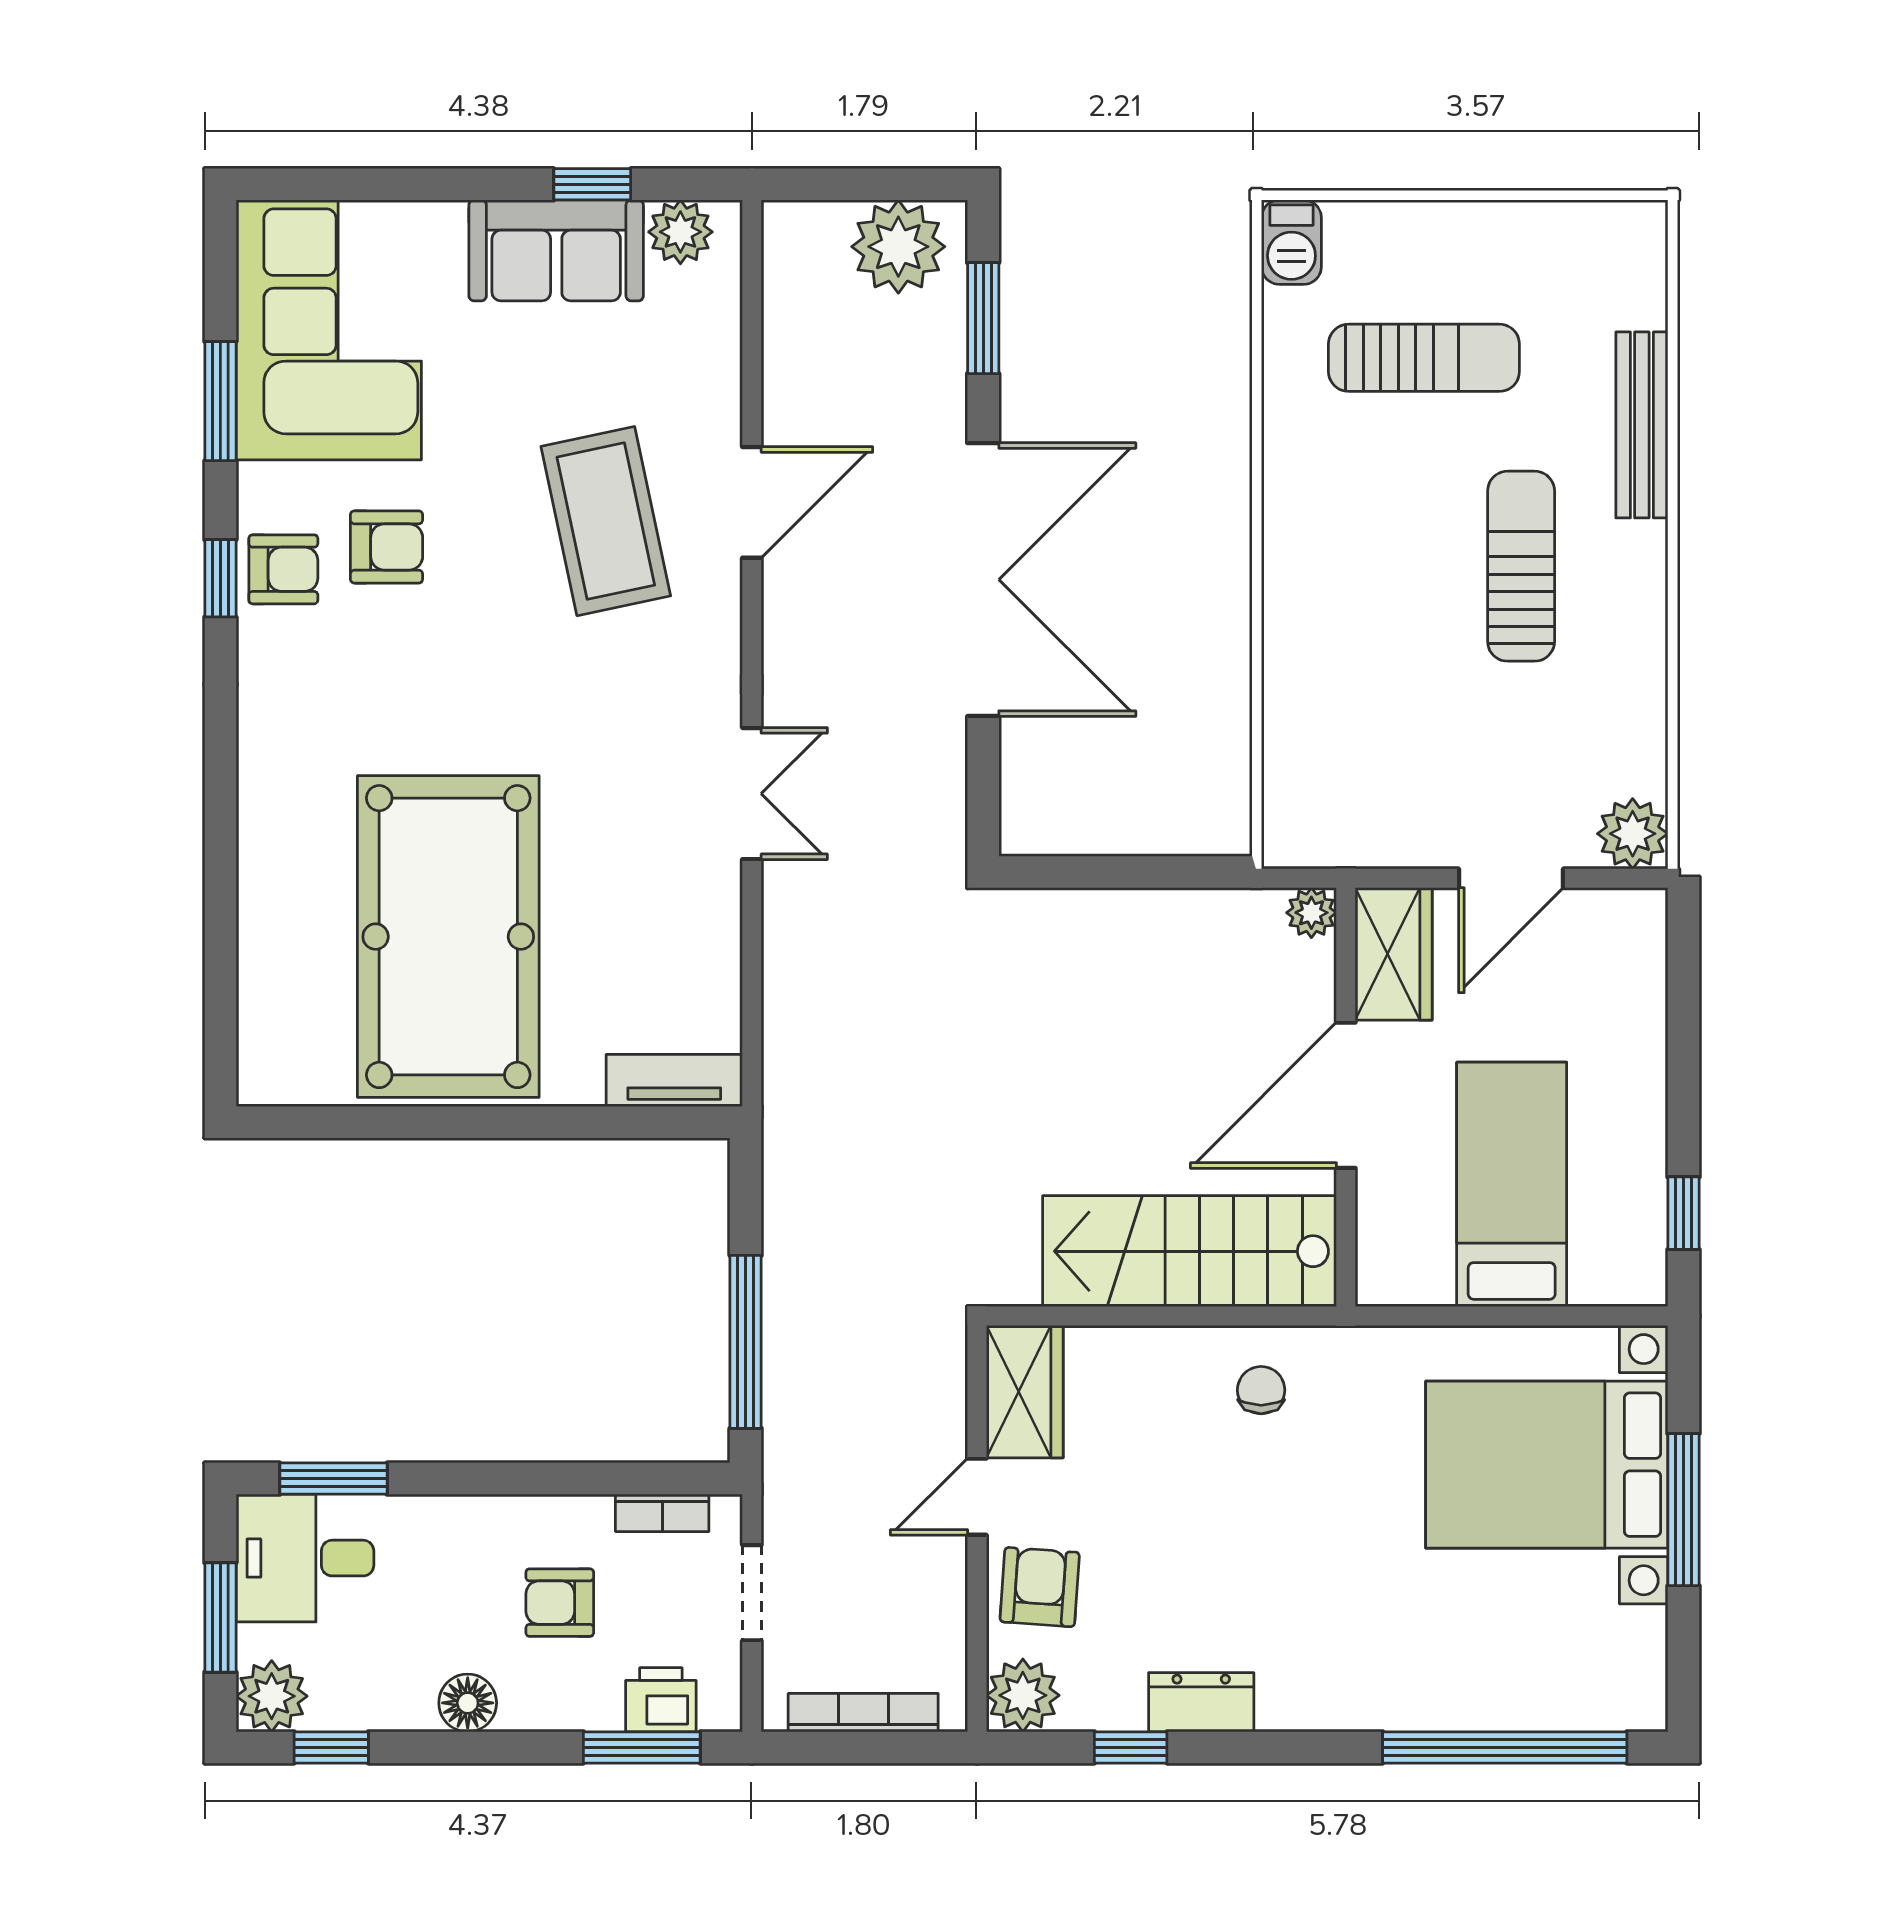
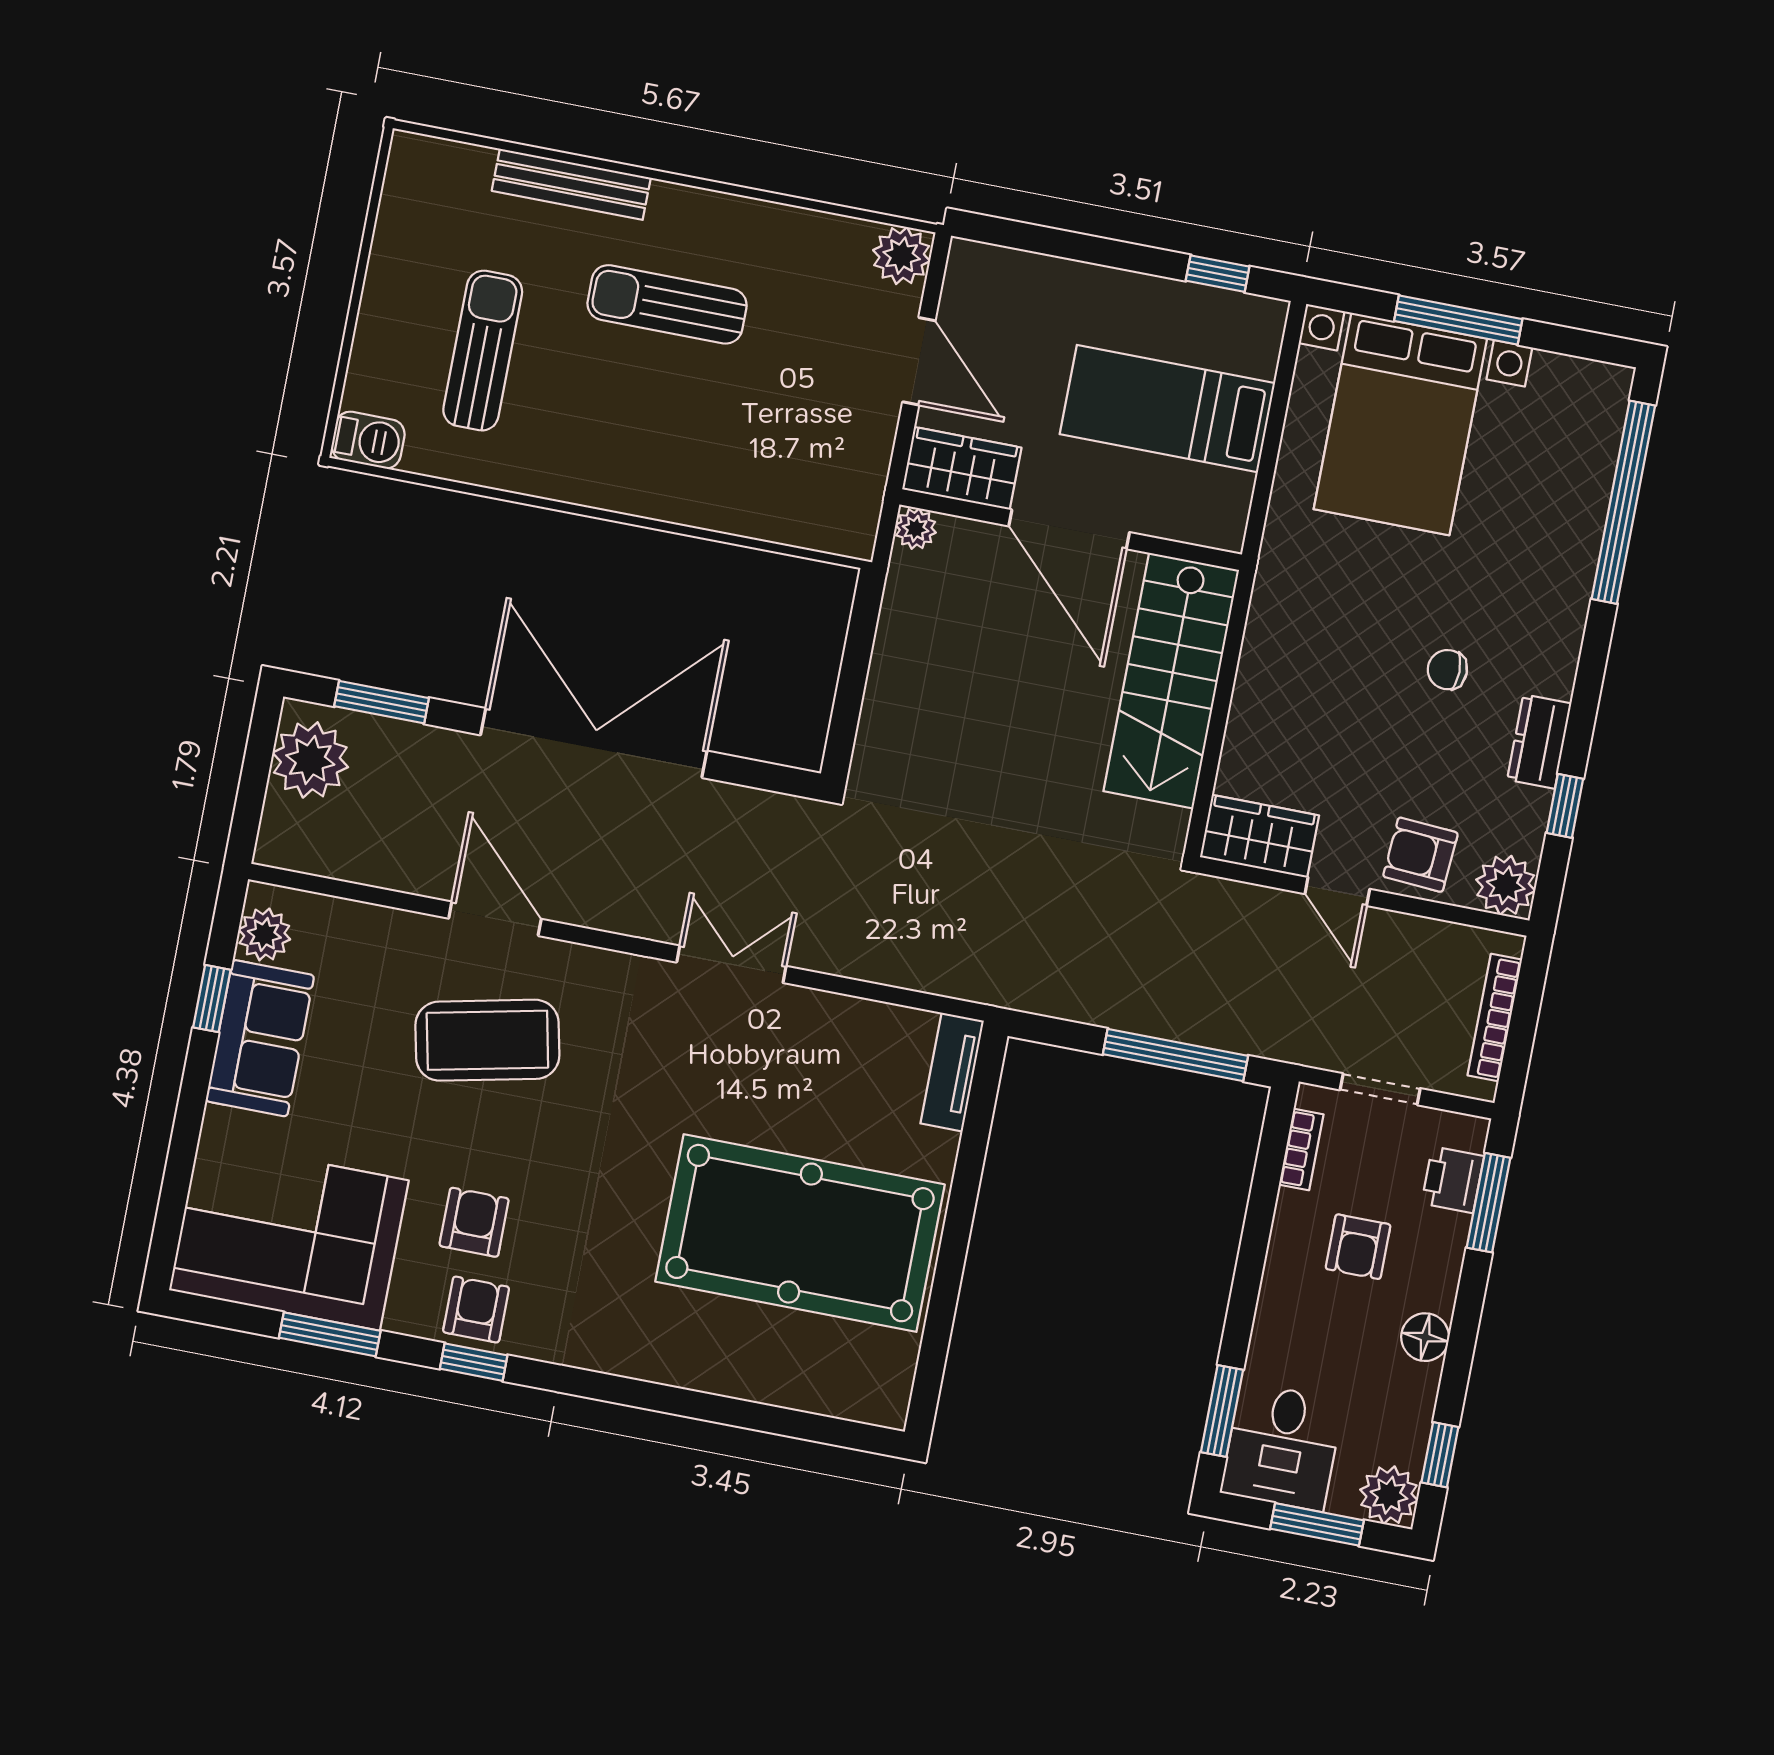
chair: (1261, 1390) -> (1447, 670), moved

